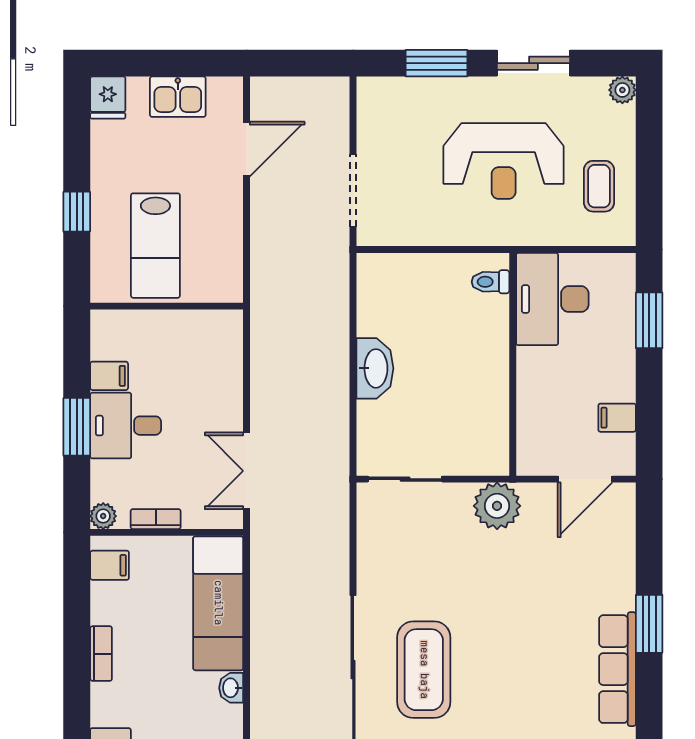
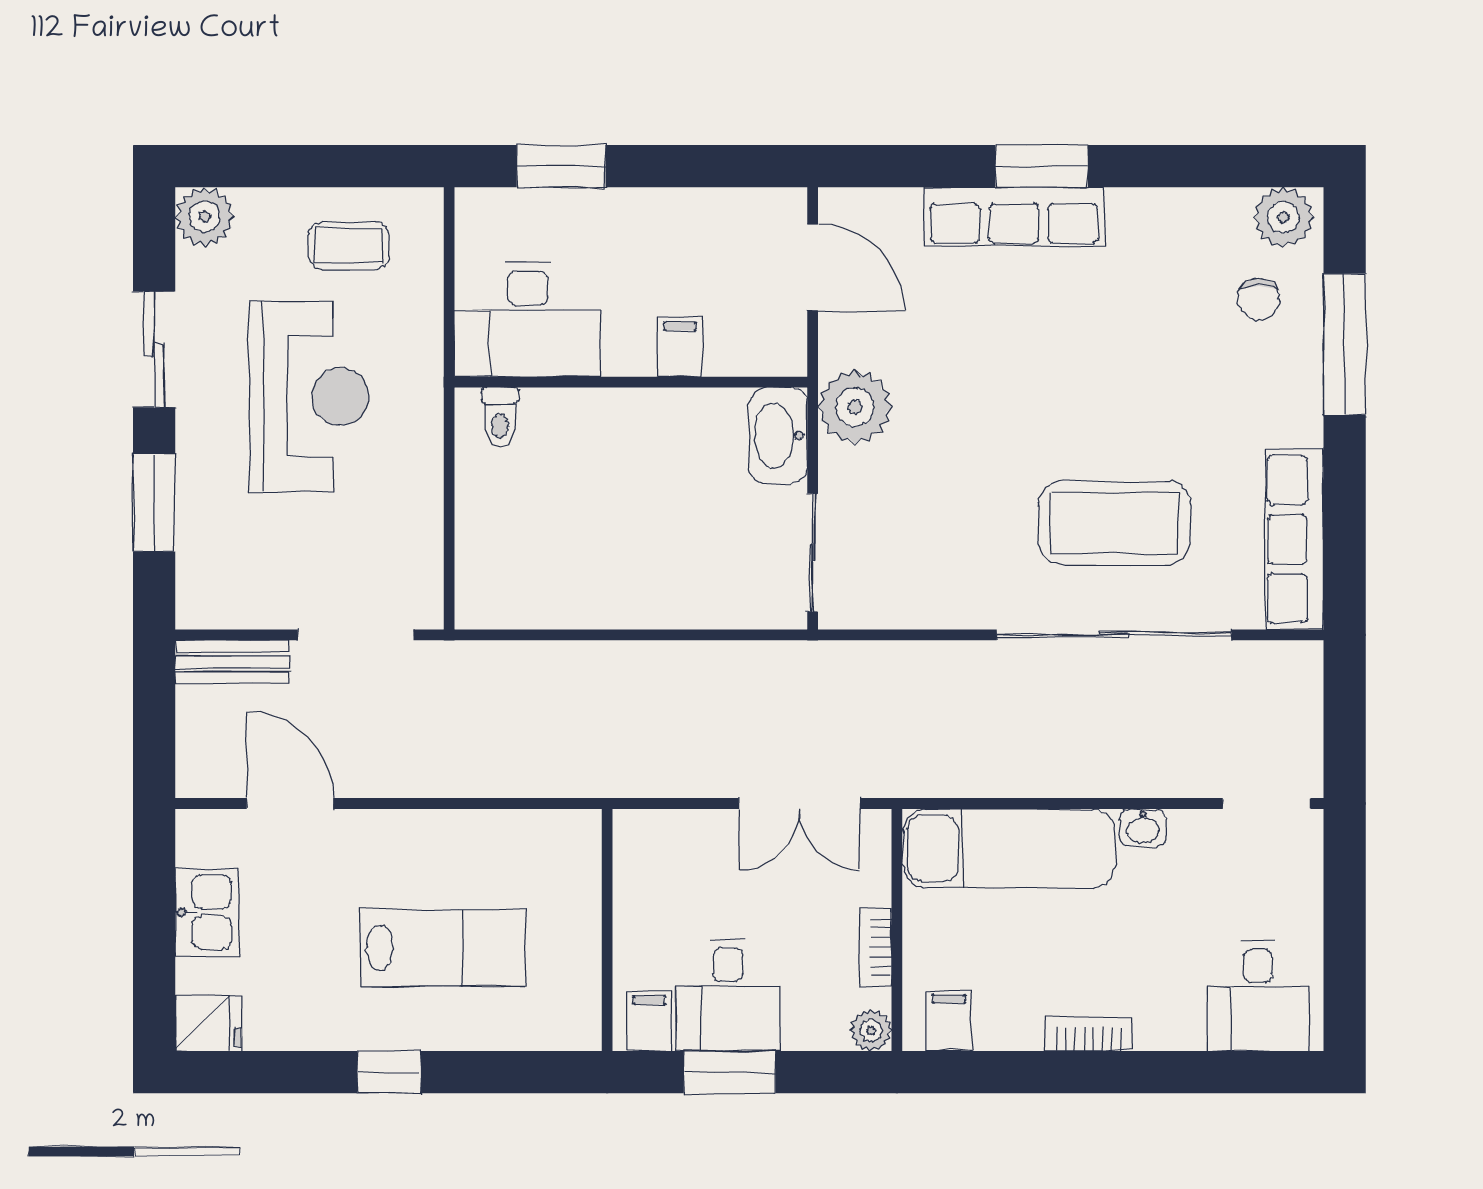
plant: (622, 90) -> (205, 217), width x1.38, depth x1.38
bench: (336, 112) -> (232, 662), added
wall: (167, 306) -> (607, 930), moved
washbasin: (375, 368) -> (778, 435), moved, turned -90
filing cabinet: (617, 418) -> (680, 347), moved, turned 180
row of seats: (617, 669) -> (1014, 216), moved

